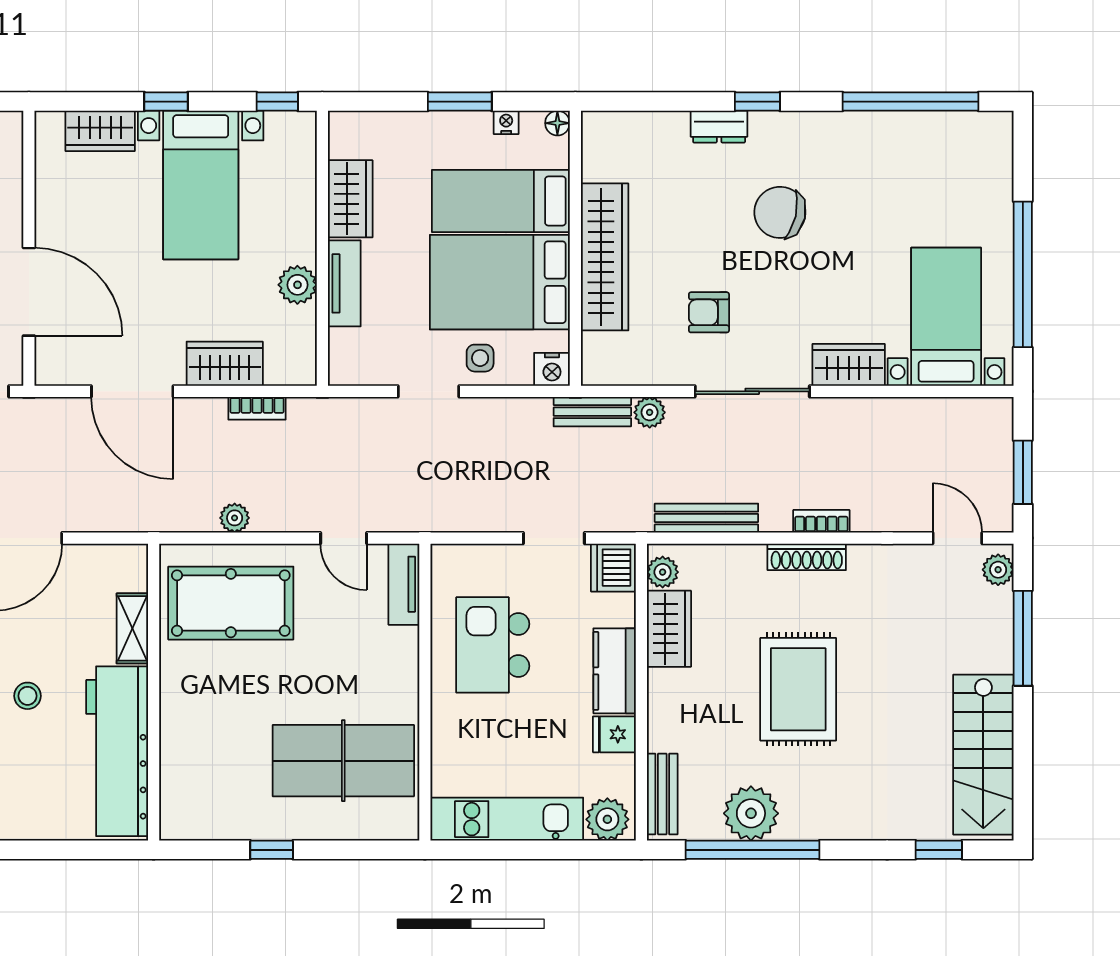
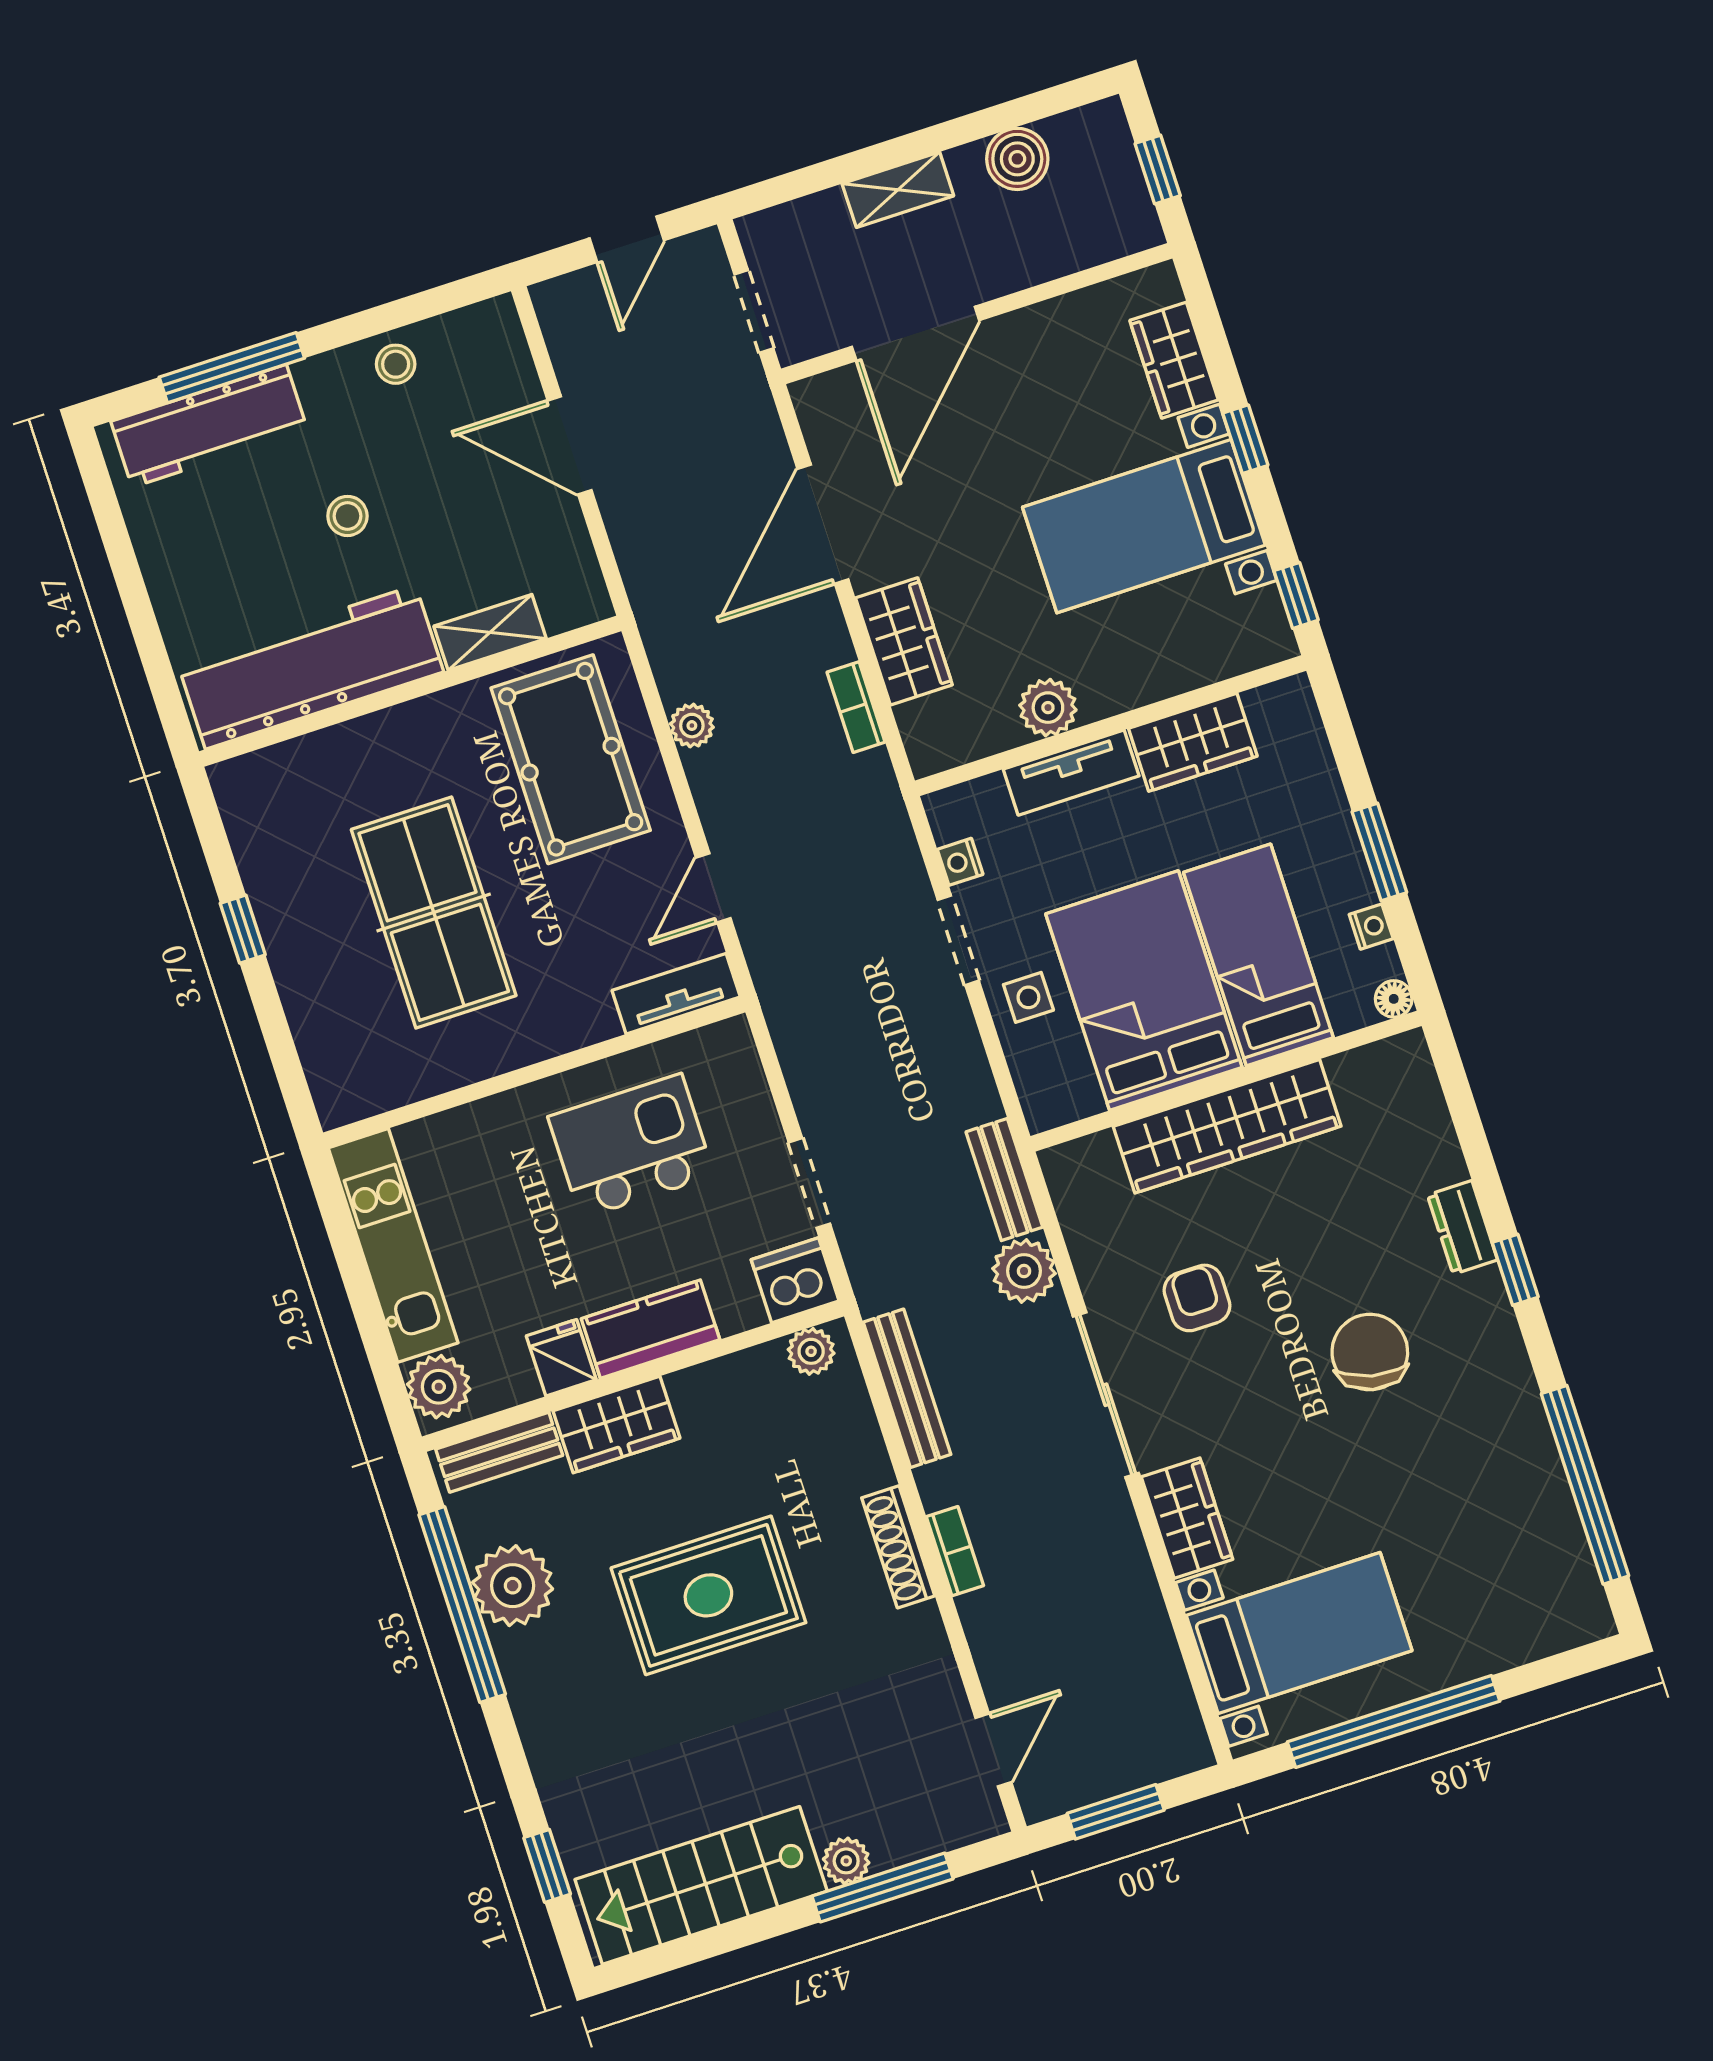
nightstand: (552, 369) -> (960, 862), moved, width x0.72, depth x0.74
plant: (650, 412) -> (1024, 1271), width x1.38, depth x1.38
plant: (998, 570) -> (846, 1861), moved
wardrobe: (669, 629) -> (617, 1425), moved
table tennis table: (343, 761) -> (434, 912), moved

